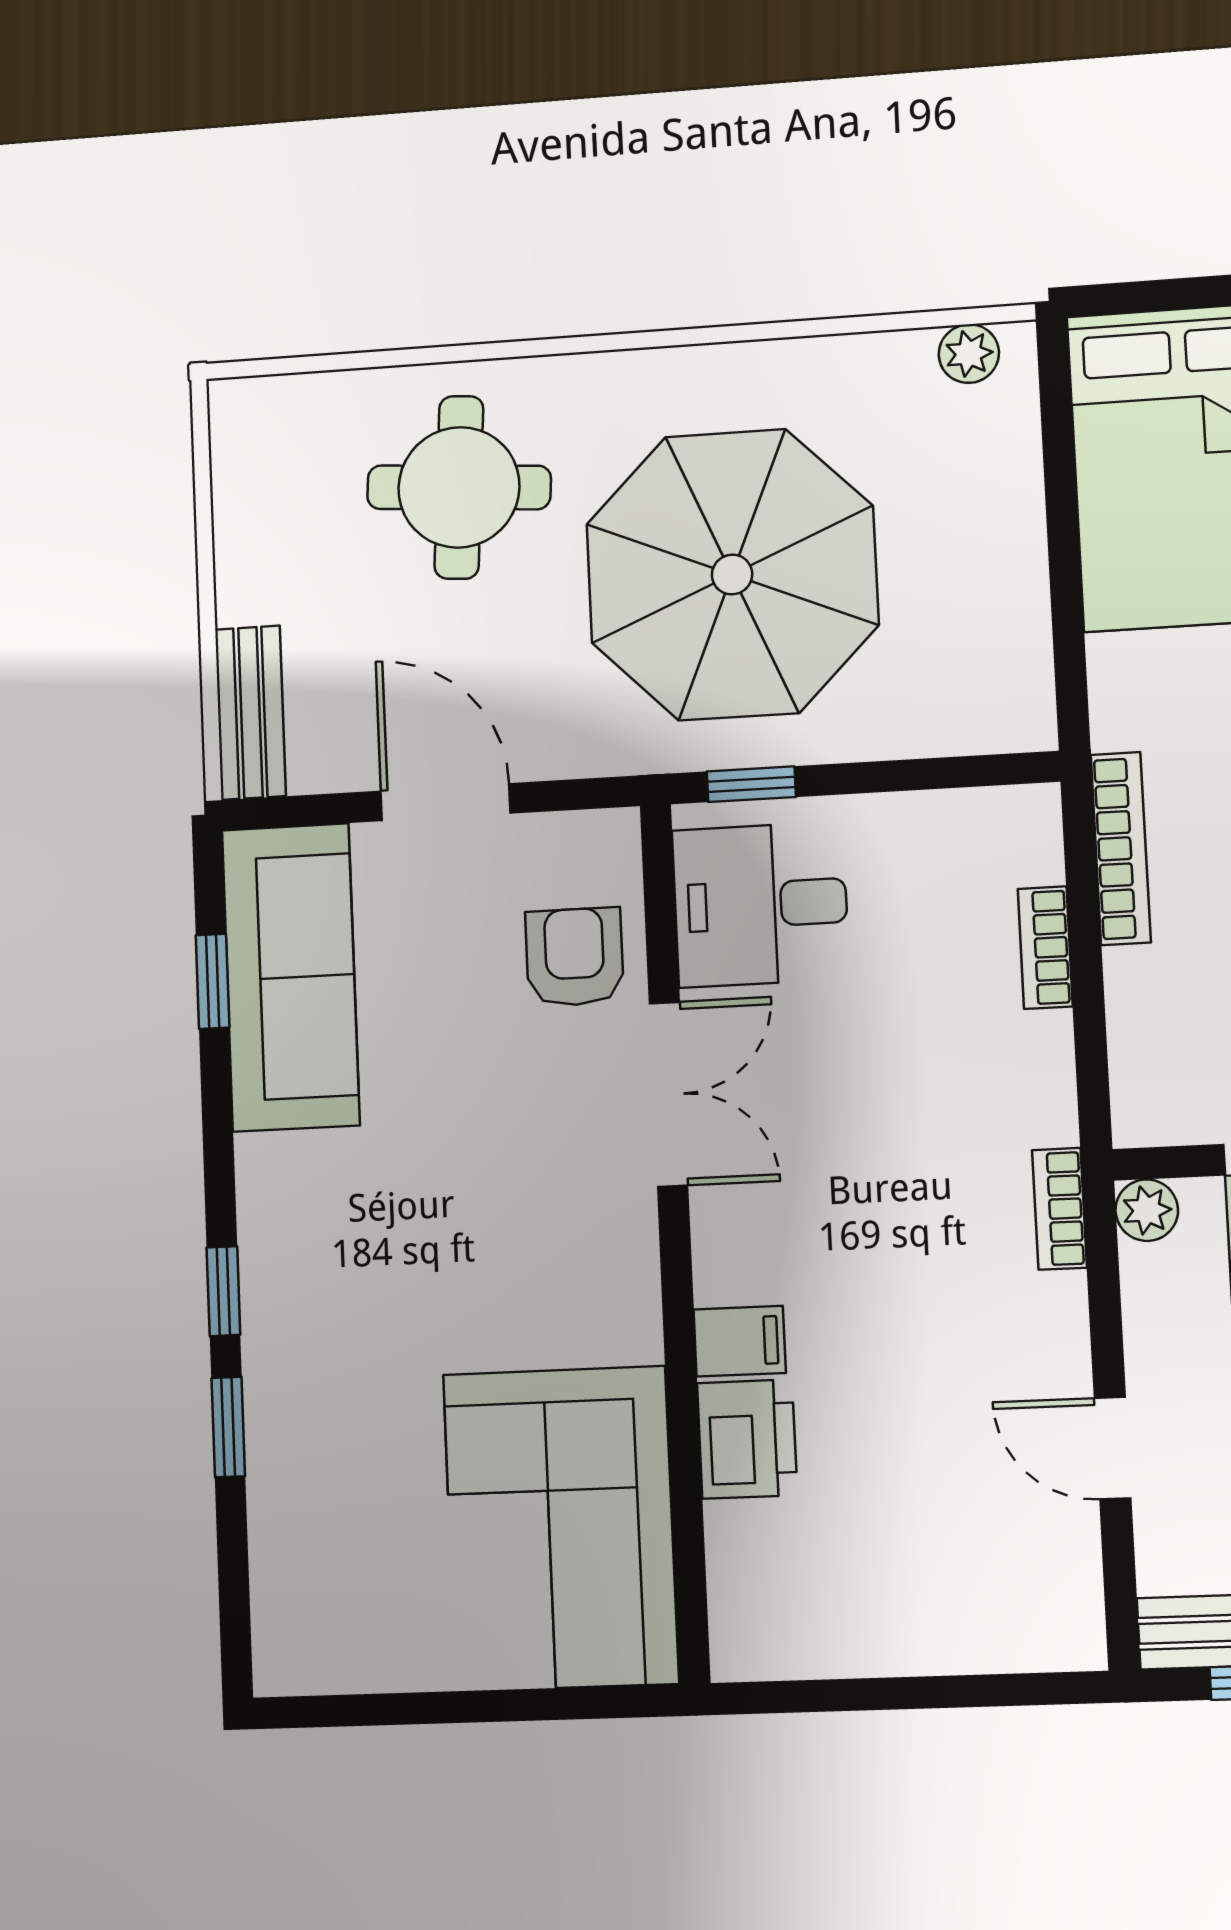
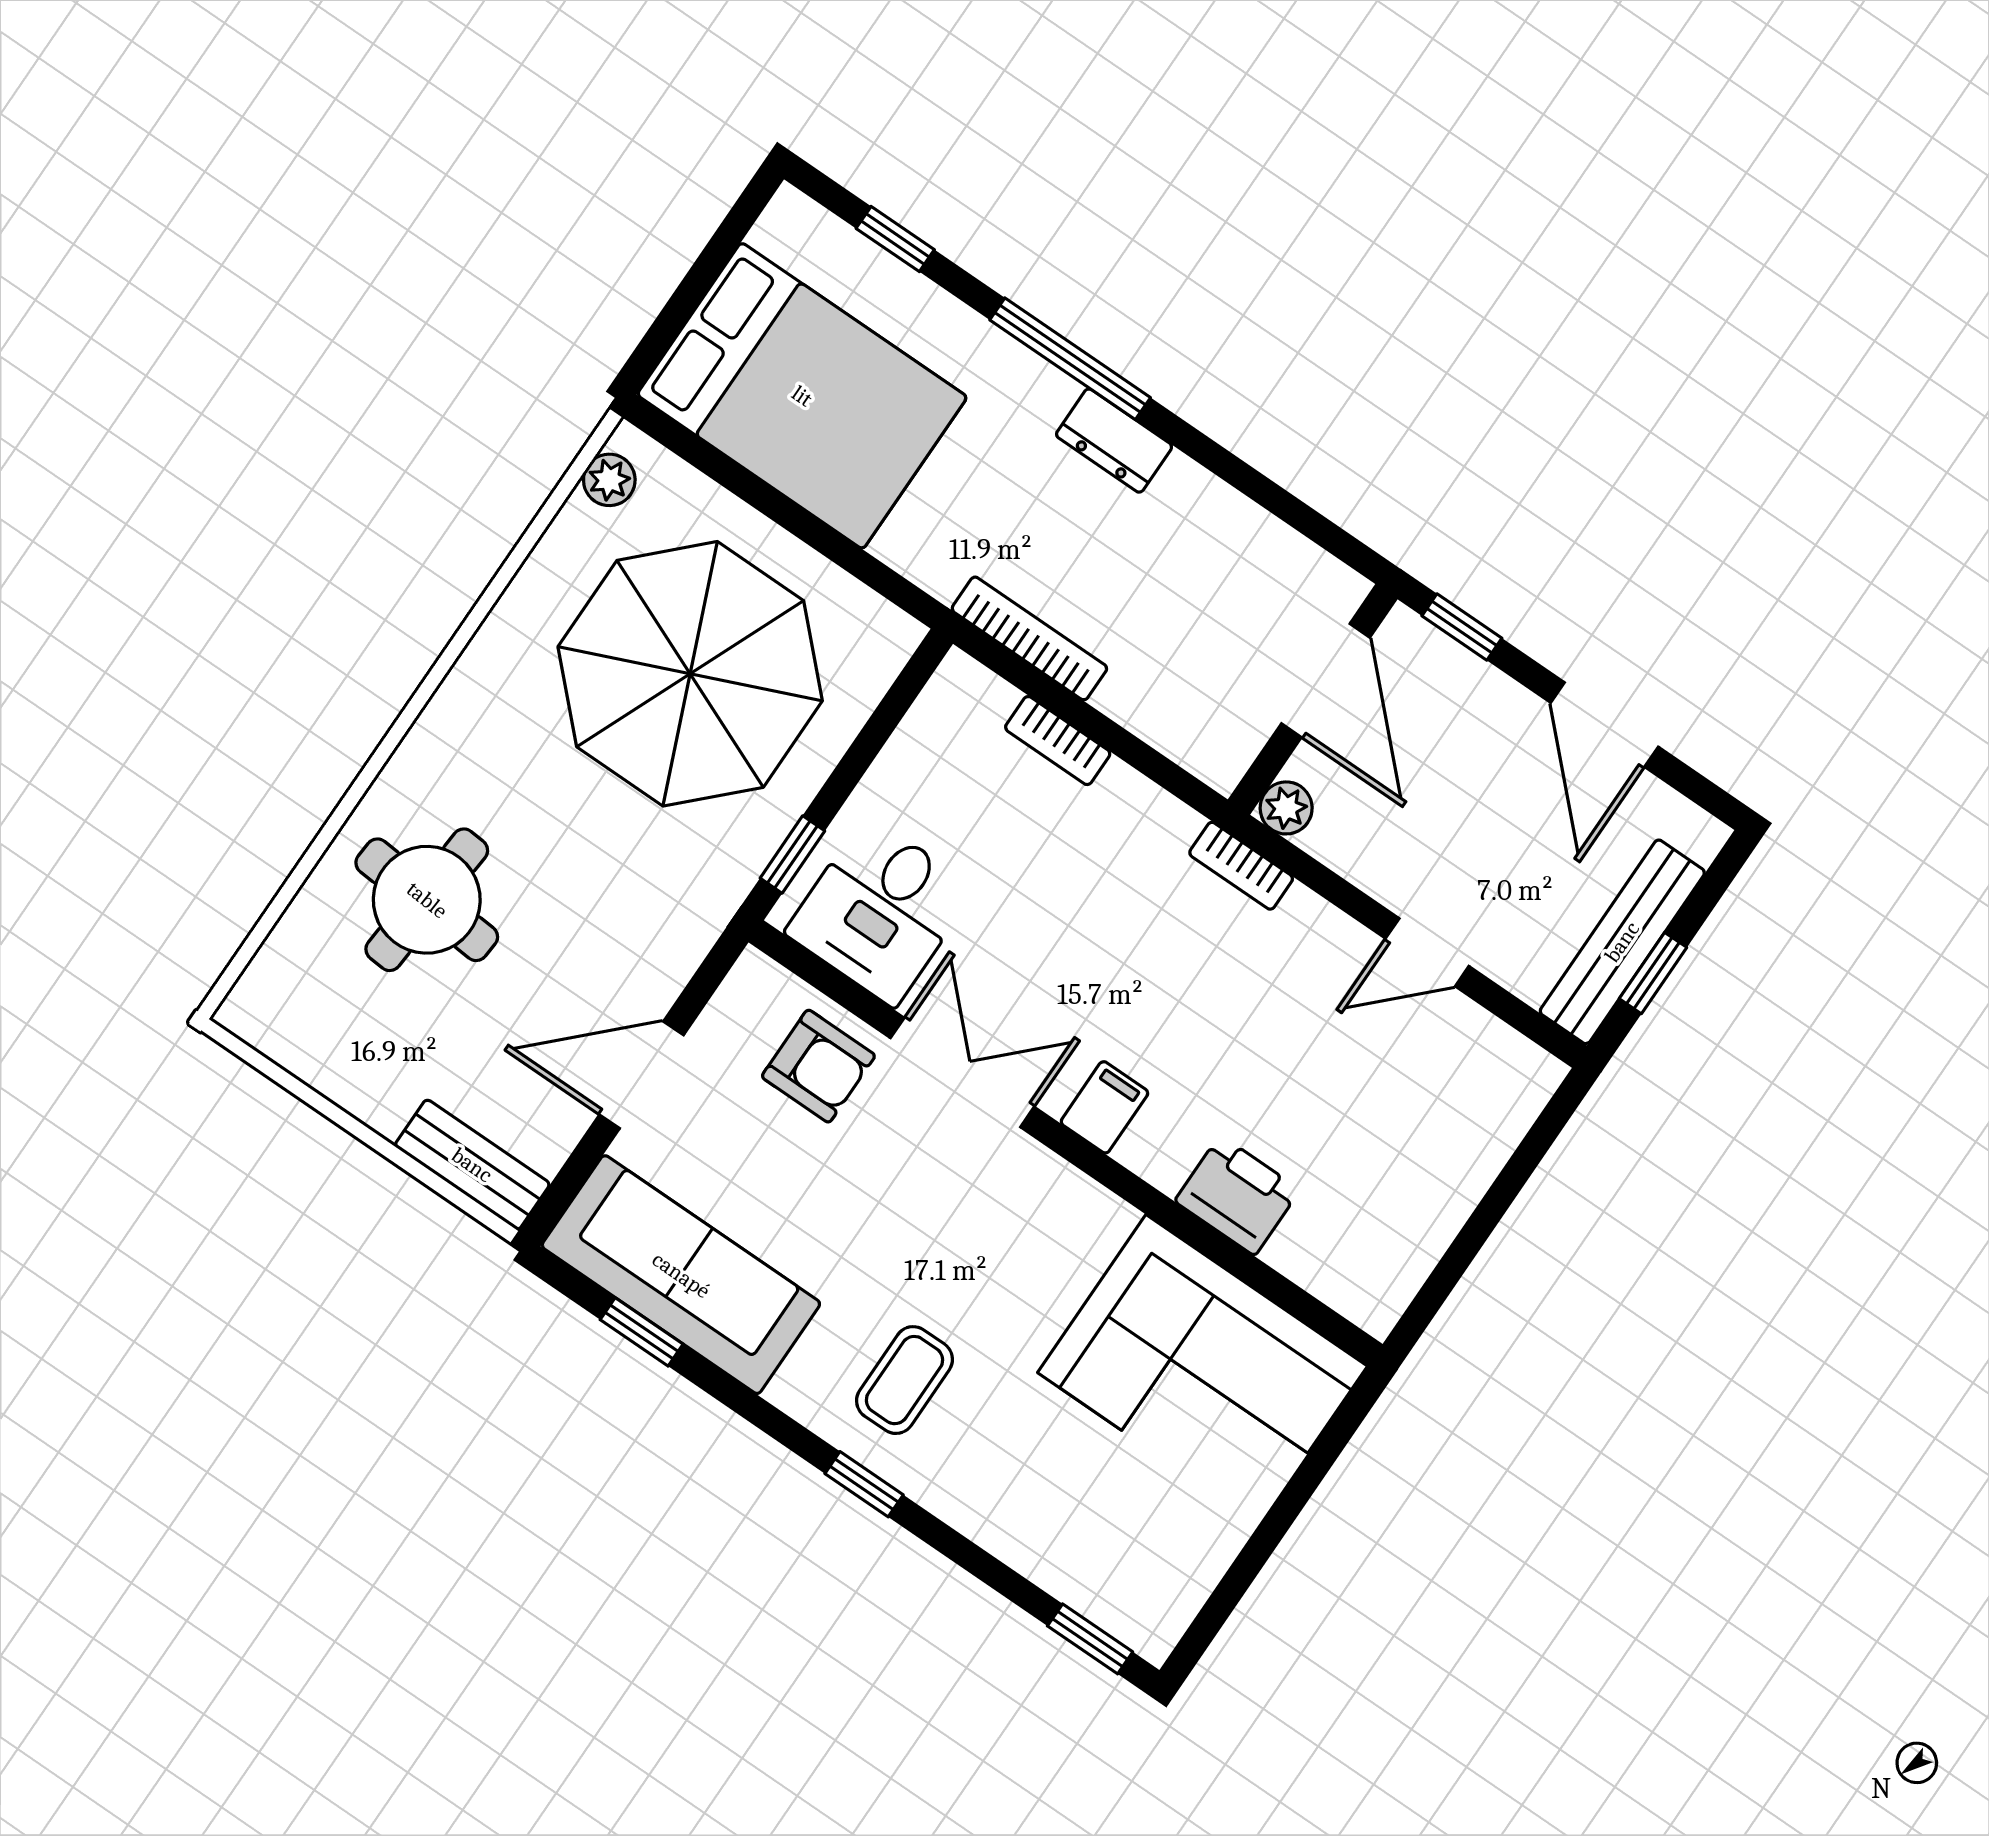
parasol: (732, 575) -> (690, 674), moved
armchair: (575, 957) -> (818, 1066), turned 180
coffee table: (346, 1256) -> (905, 1380), added
filing cabinet: (740, 1341) -> (1104, 1107), moved
window: (228, 1427) -> (1090, 1639), moved

